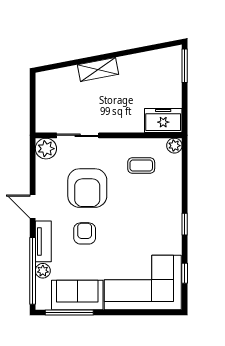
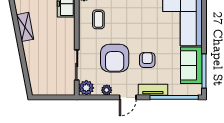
shelving: (98, 70) -> (25, 27), moved
armchair: (87, 188) -> (115, 58), turned 90
armchair: (85, 233) -> (147, 60), turned 90
plant: (43, 271) -> (107, 90), moved

